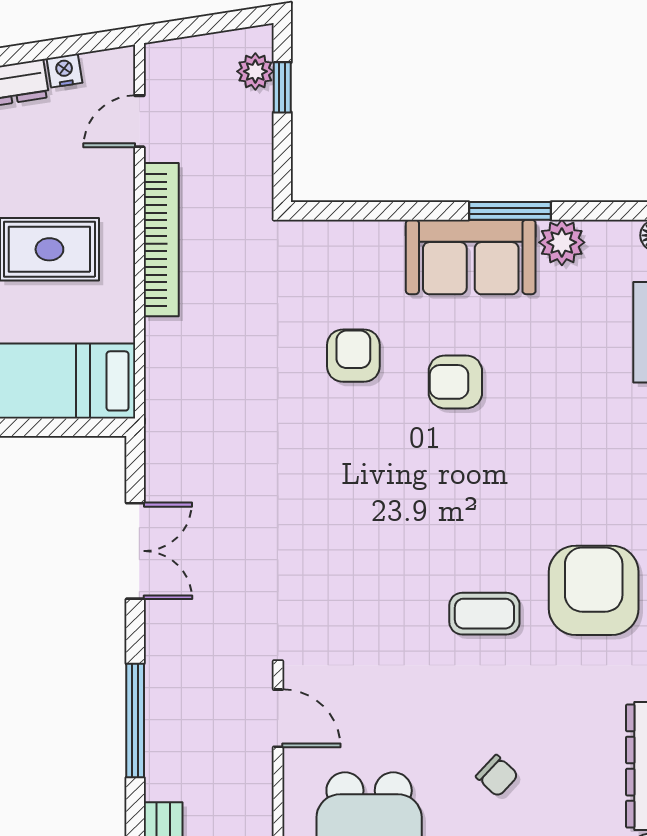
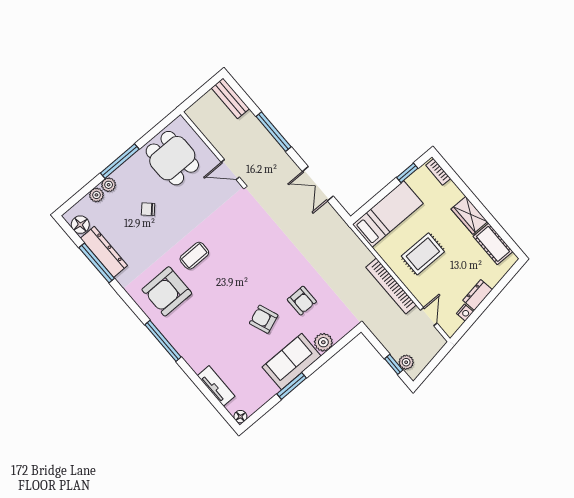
plant: (562, 242) -> (323, 342), moved
armchair: (455, 382) -> (264, 319), turned -111
armchair: (594, 590) -> (167, 291), turned 90

